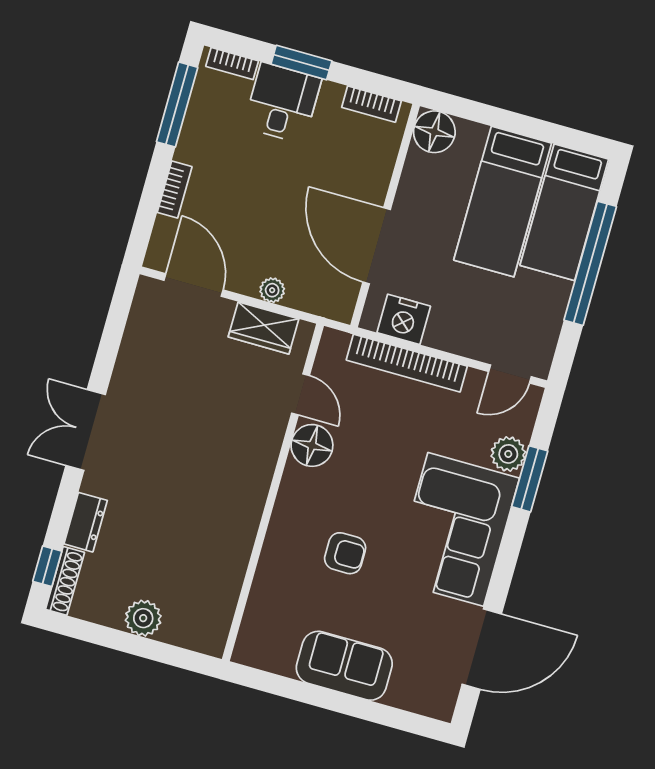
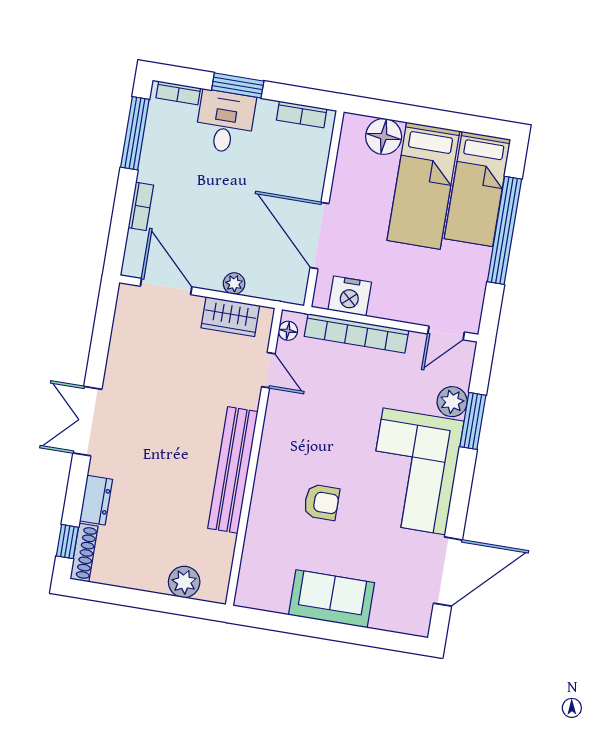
floor lamp: (434, 132) -> (384, 136), moved
floor lamp: (312, 445) -> (288, 331), moved, width x0.53, depth x0.53
bench: (247, 505) -> (233, 470), added
plant: (143, 618) -> (184, 582), moved

